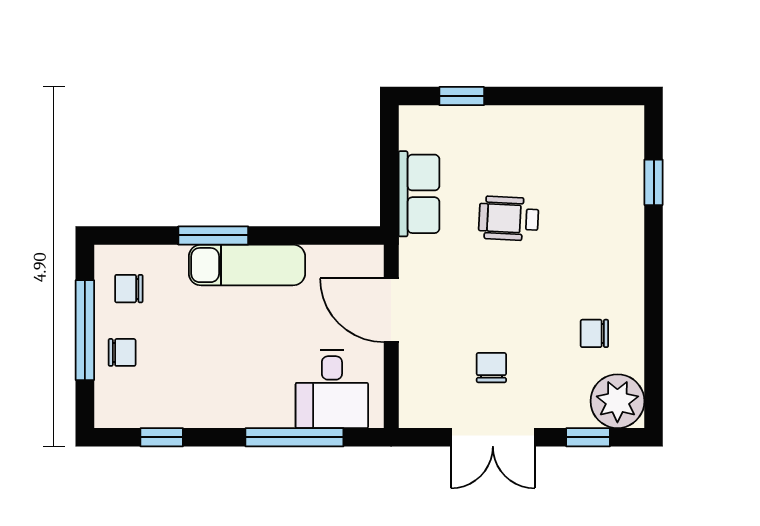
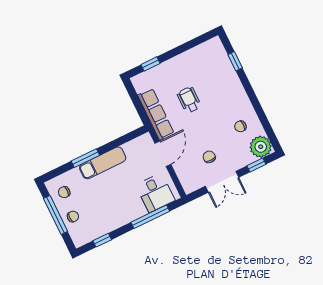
row of seats: (419, 194) -> (156, 114), width x1.48
wheelchair: (509, 218) -> (189, 100), turned 87
door: (391, 310) -> (163, 154), swing flipped

